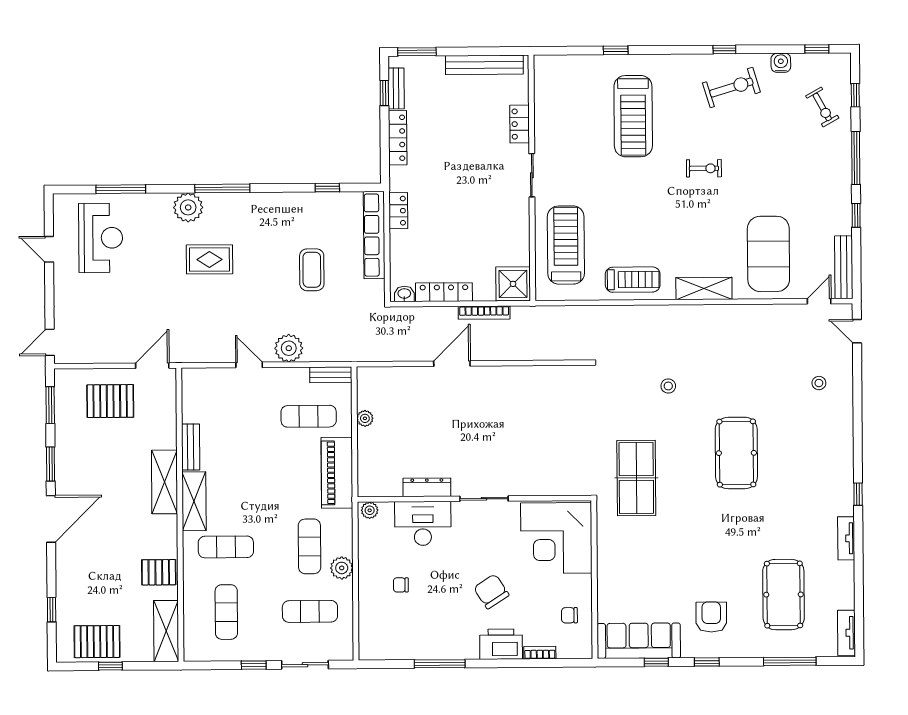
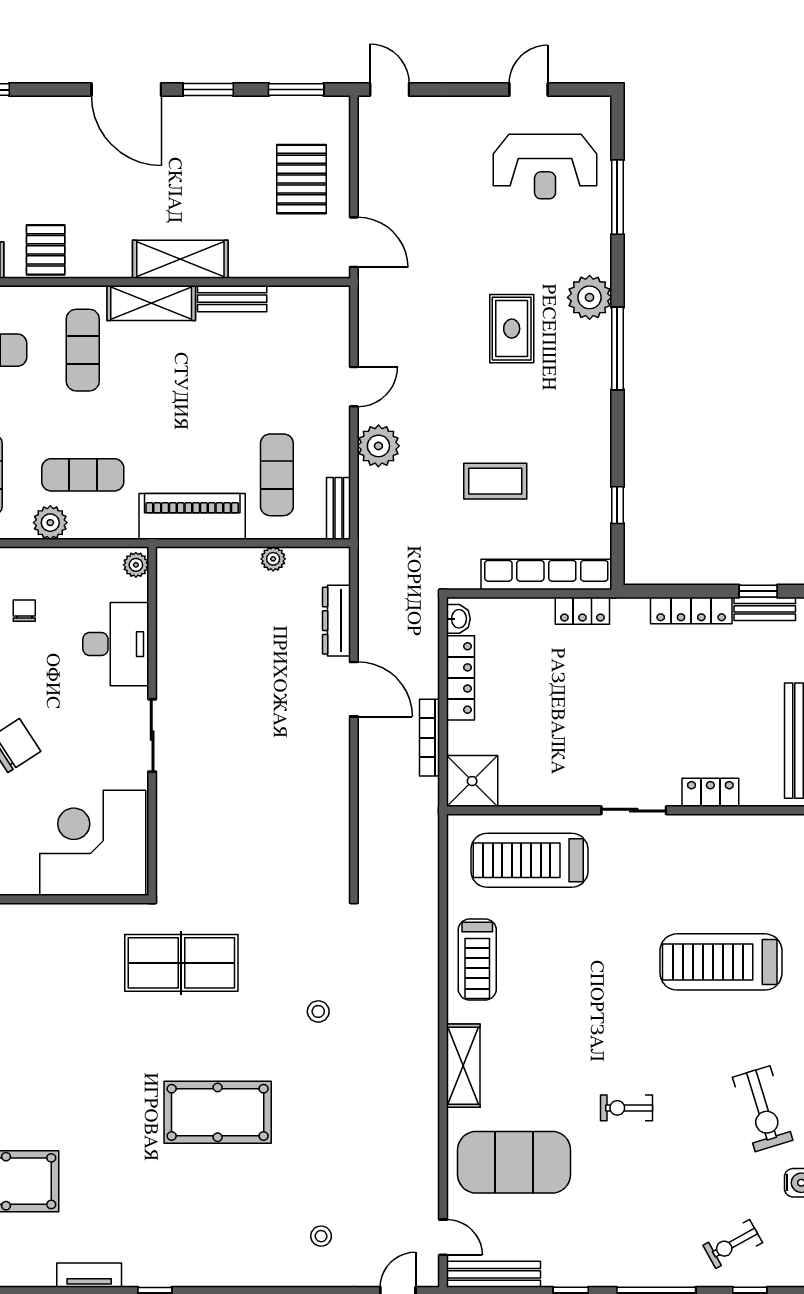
exercise bike: (704, 168) -> (627, 1108), moved, turned 90
treadmill: (566, 245) -> (529, 860), turned 180
dresser: (427, 487) -> (336, 621), moved, turned 180

